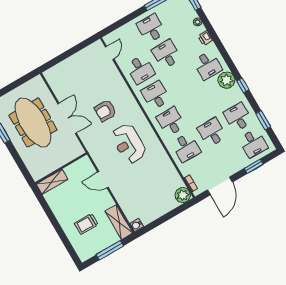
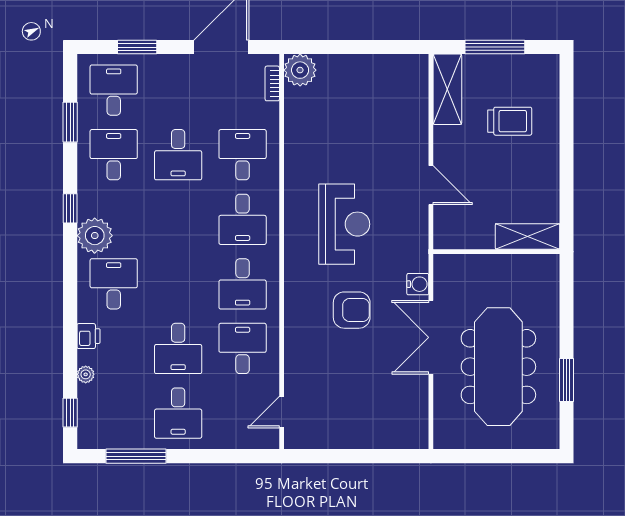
desk: (238, 117) -> (114, 155), turned 180
water cooler: (137, 225) -> (418, 284), moved

